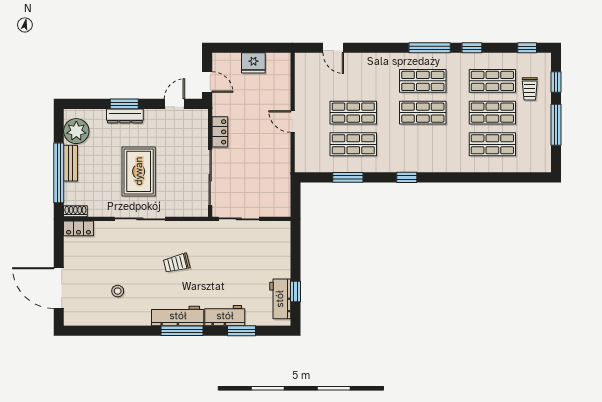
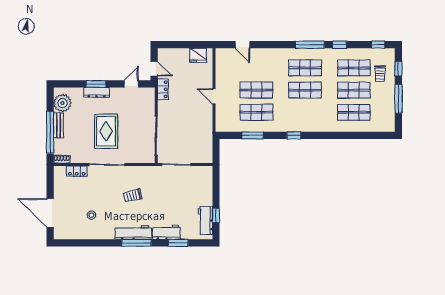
fridge: (253, 63) -> (198, 55), moved
locker: (220, 132) -> (163, 89), moved
locker: (79, 228) -> (77, 171), moved

